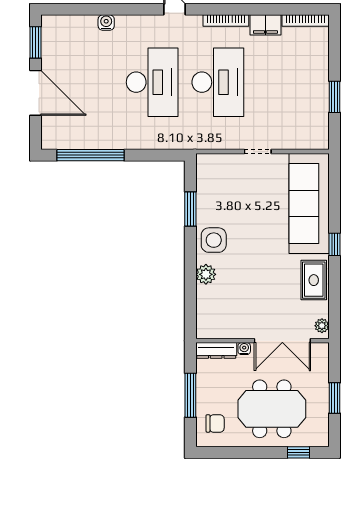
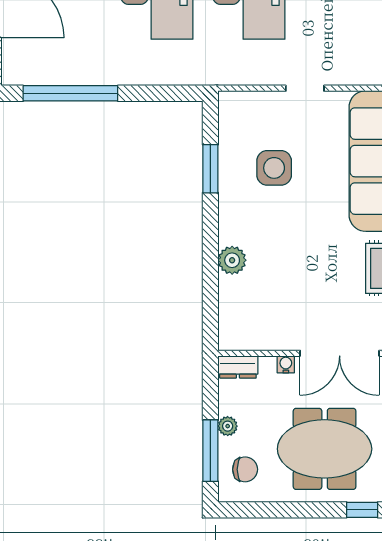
side table: (214, 240) -> (274, 168), moved
dresser: (216, 350) -> (238, 367), width x0.70
plant: (203, 393) -> (228, 426), added
window: (190, 395) -> (210, 451), moved

